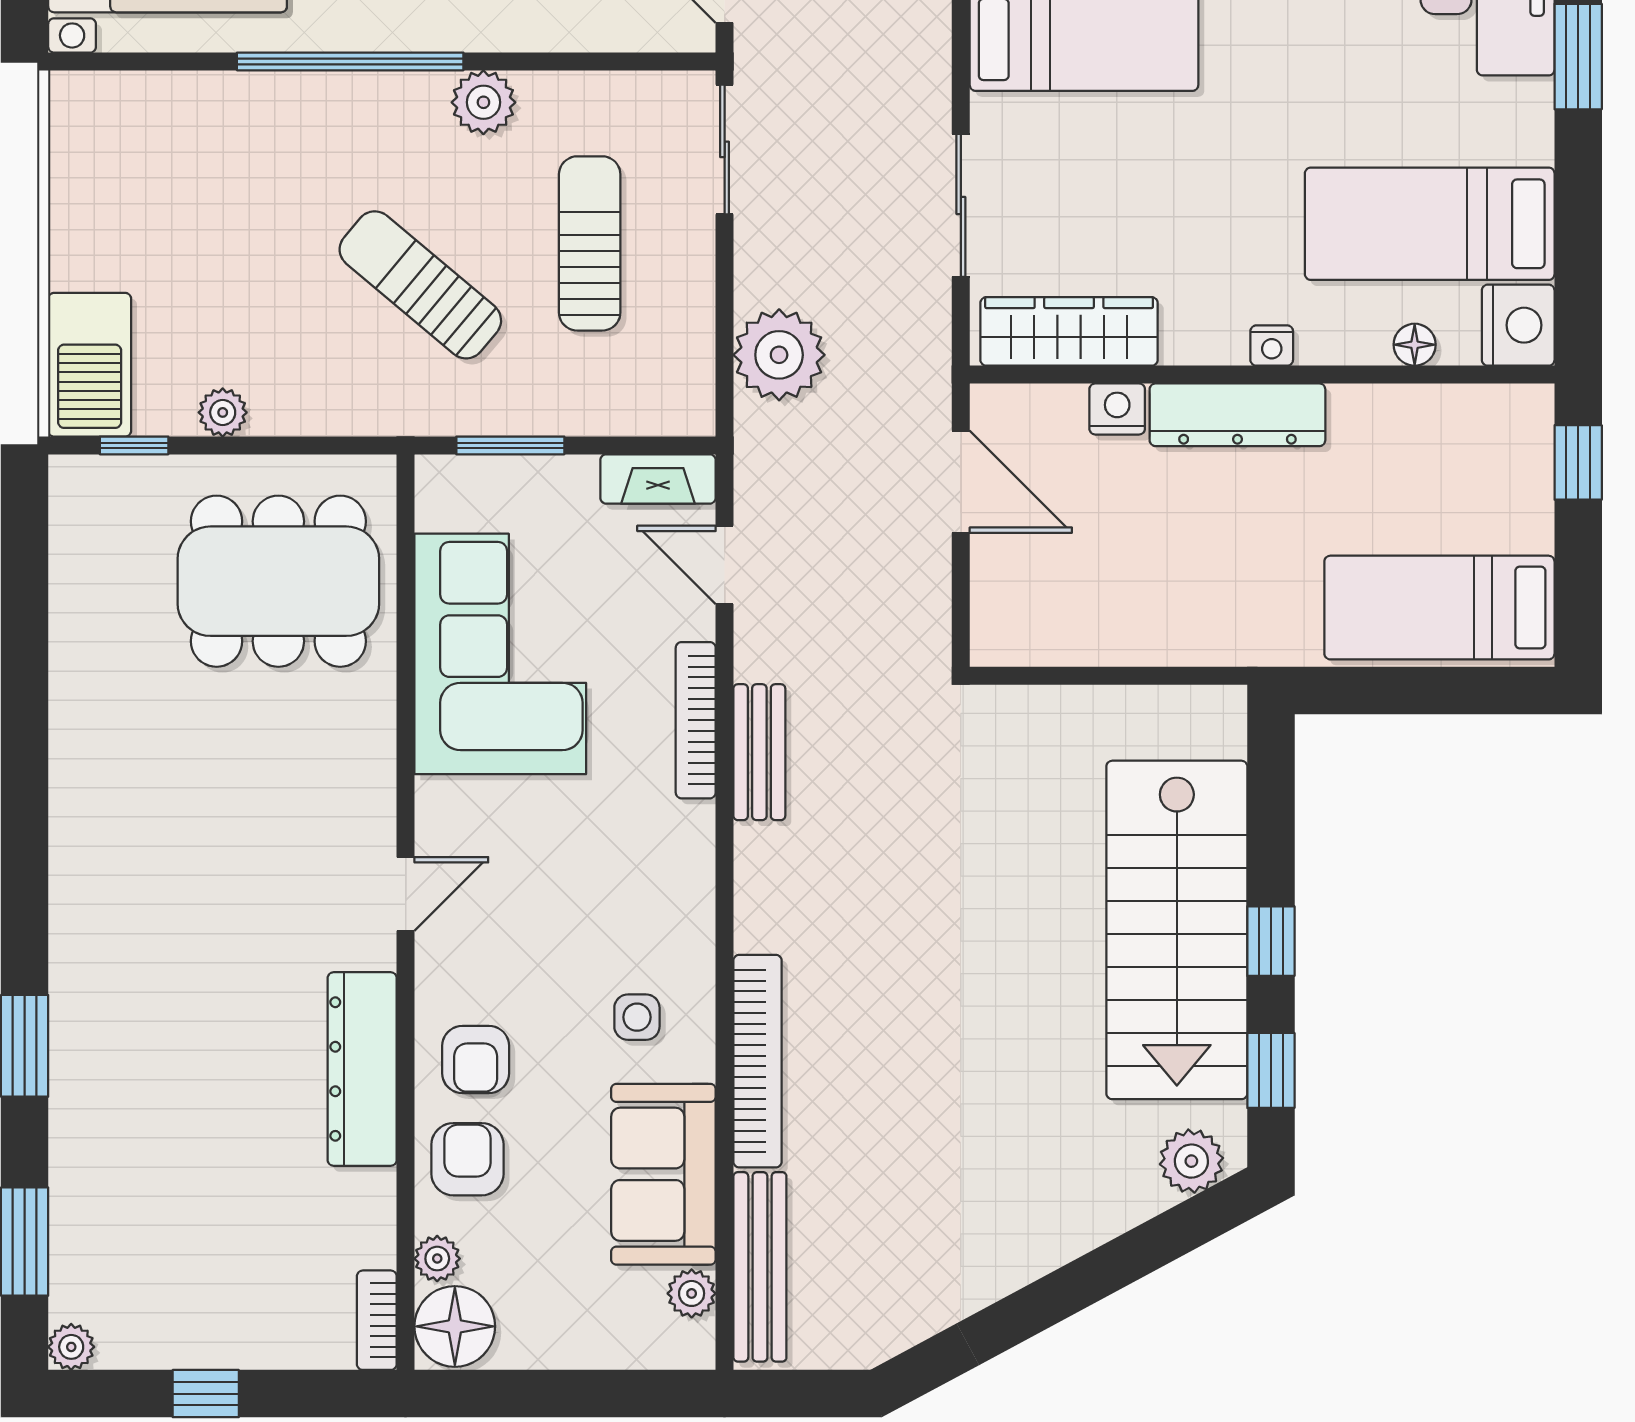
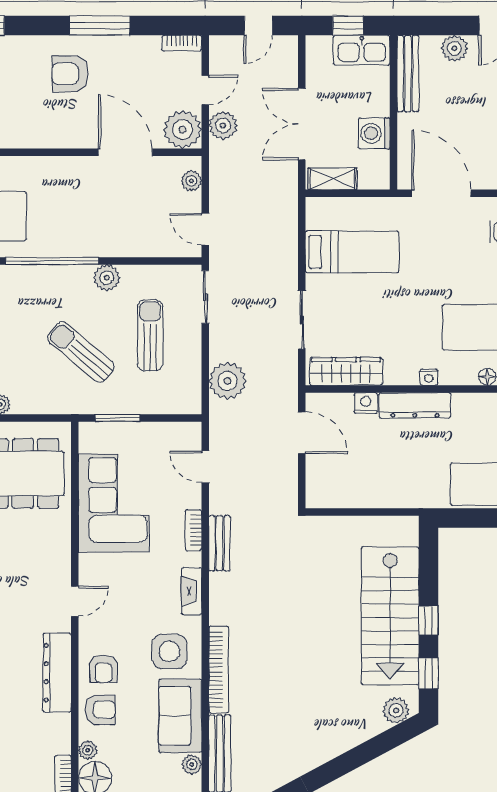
fireplace: (658, 479) -> (192, 591), moved, turned 90
bookcase: (696, 720) -> (193, 530), width x0.64
side table: (637, 1017) -> (169, 652), width x1.87, depth x1.87
armchair: (467, 1159) -> (100, 710), turned 90

